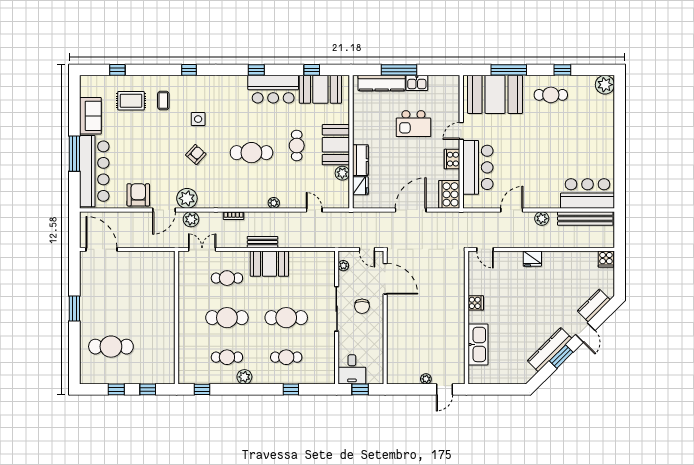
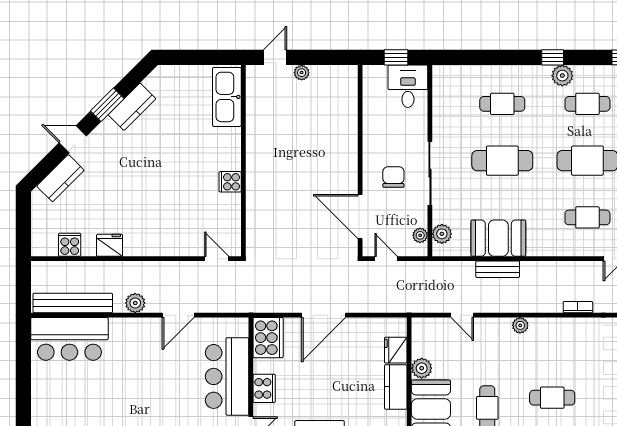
cafe table: (251, 153) -> (552, 398), width x0.73, depth x0.74
bench: (262, 242) -> (498, 269), moved
fridge: (532, 259) -> (110, 245), moved
cooker: (606, 259) -> (70, 245), moved
booth: (269, 264) -> (498, 238), moved
plant: (328, 267) -> (442, 234), added
door: (585, 333) -> (73, 139), hinge flipped
kitchen sink: (478, 344) -> (227, 97), moved
kitchen counter: (550, 350) -> (132, 107), width x0.67
window: (291, 389) -> (553, 57), moved

